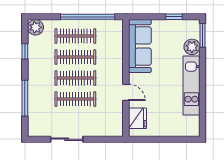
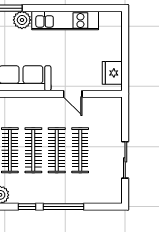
door: (126, 92) -> (73, 94), swing flipped
window: (25, 98) -> (63, 207), moved
fridge: (137, 118) -> (112, 73), moved, turned -90

